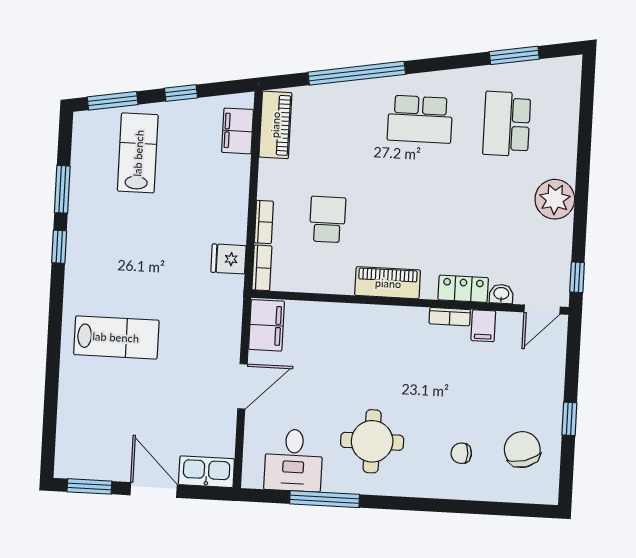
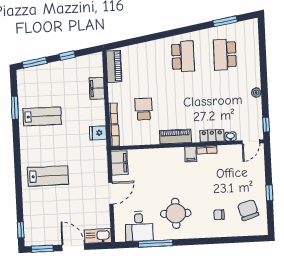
window: (357, 73) -> (150, 38), removed
school desk: (420, 119) -> (183, 57), turned -90
filing cabinet: (237, 131) -> (97, 88), moved
lab bench: (138, 153) -> (42, 116), moved, turned 90
plant: (555, 199) -> (256, 93), width x0.53, depth x0.53
window: (59, 247) -> (21, 230), moved
filing cabinet: (483, 326) -> (191, 154), moved

